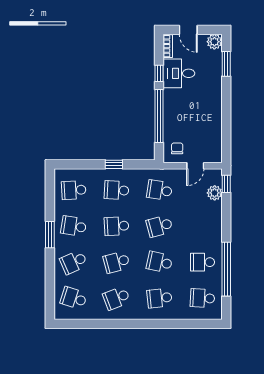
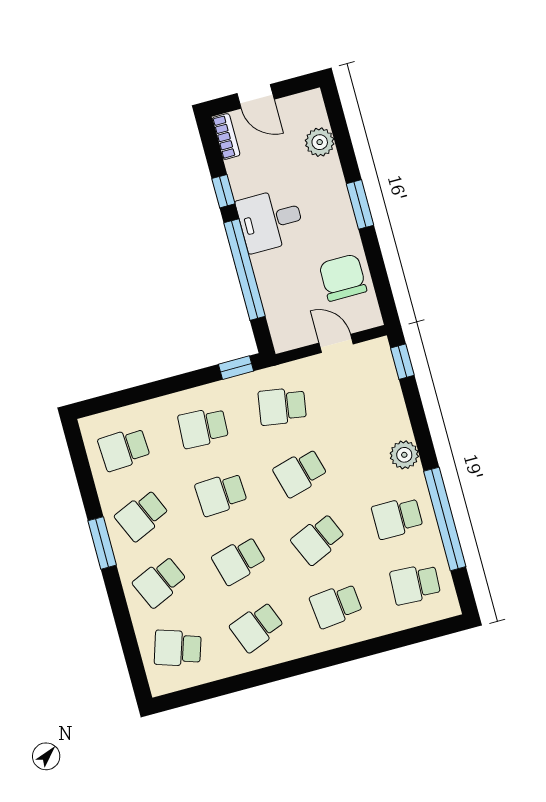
plant: (214, 42) -> (320, 142), moved
window: (226, 64) -> (360, 204), moved
desk: (179, 73) -> (271, 220), moved
chair: (177, 148) -> (343, 278), moved, width x1.87, depth x1.87
window: (114, 164) -> (236, 368), moved
door: (195, 166) -> (336, 343), swing flipped
plant: (215, 193) -> (404, 455), moved
school desk: (74, 226) -> (142, 515), turned -33
school desk: (159, 262) -> (318, 539), turned -36

